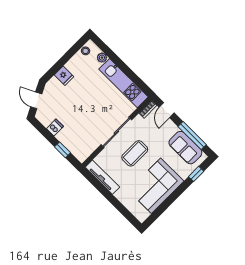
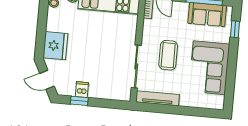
fridge: (64, 76) -> (55, 46), width x1.88, depth x1.34
sliding door: (116, 132) -> (136, 67), moved
window: (62, 150) -> (79, 101), moved

